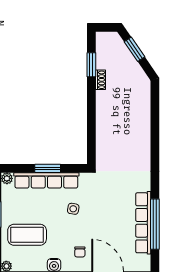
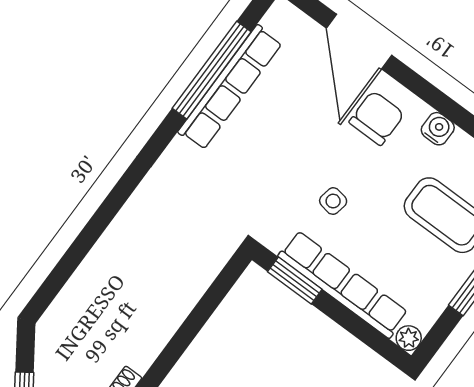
window: (48, 168) -> (295, 281), moved
chair: (80, 252) -> (377, 118), width x1.87, depth x1.87

